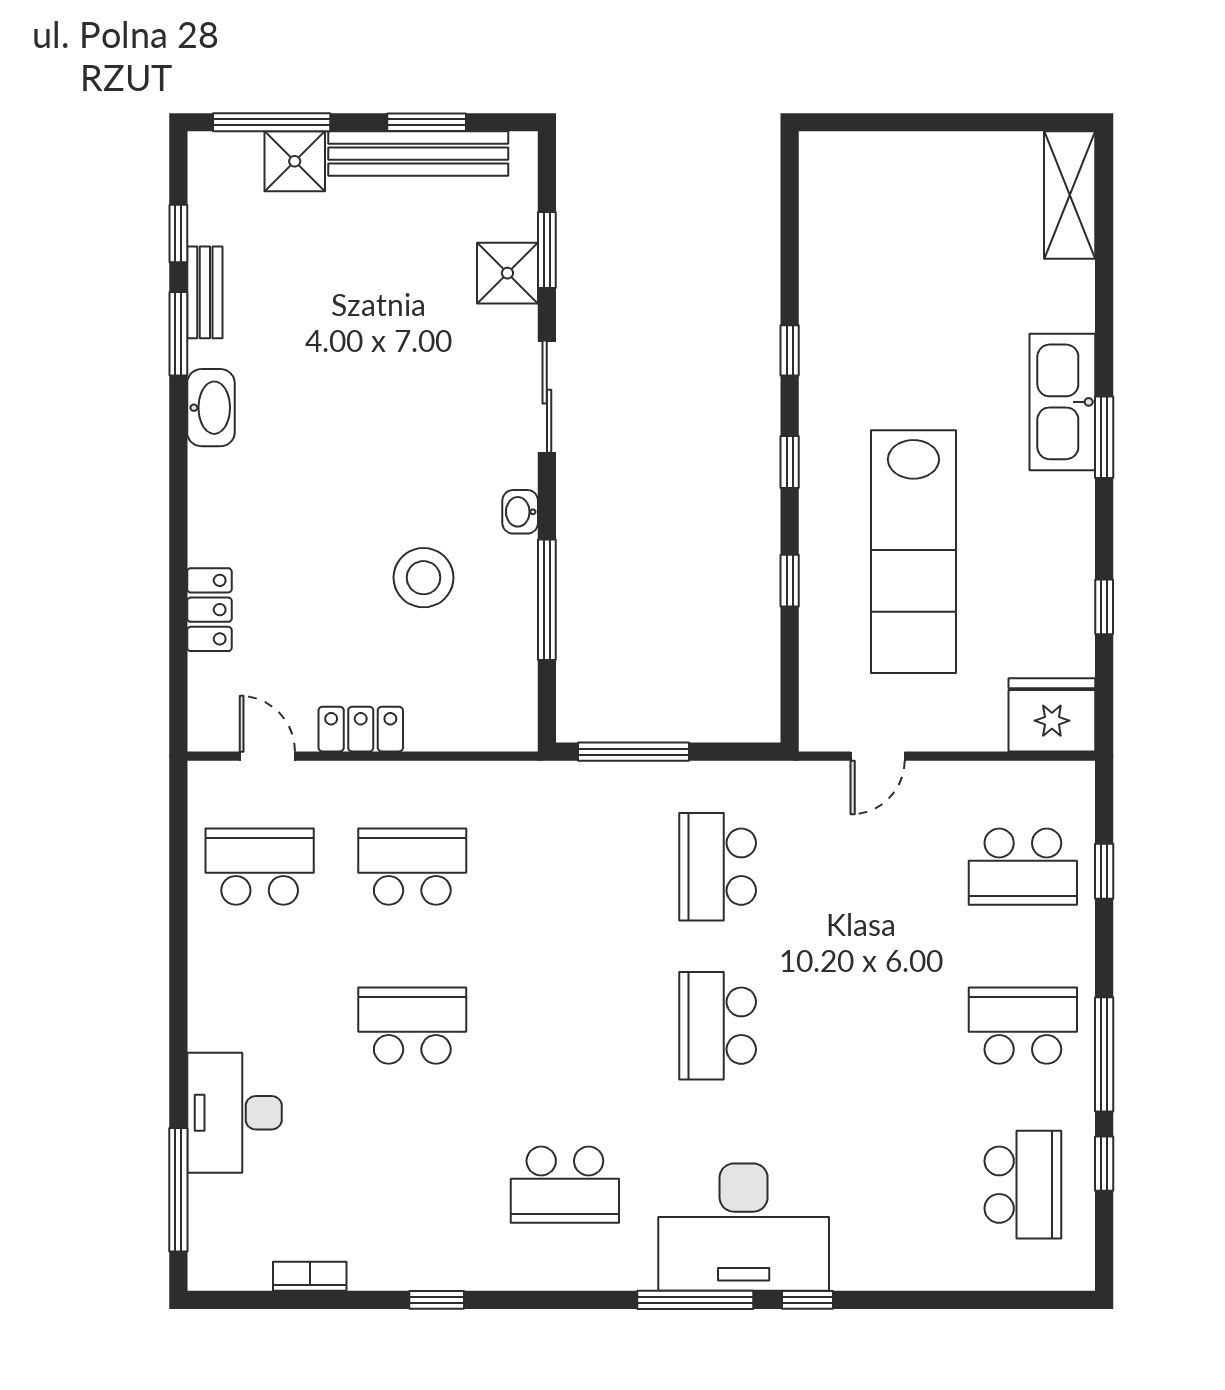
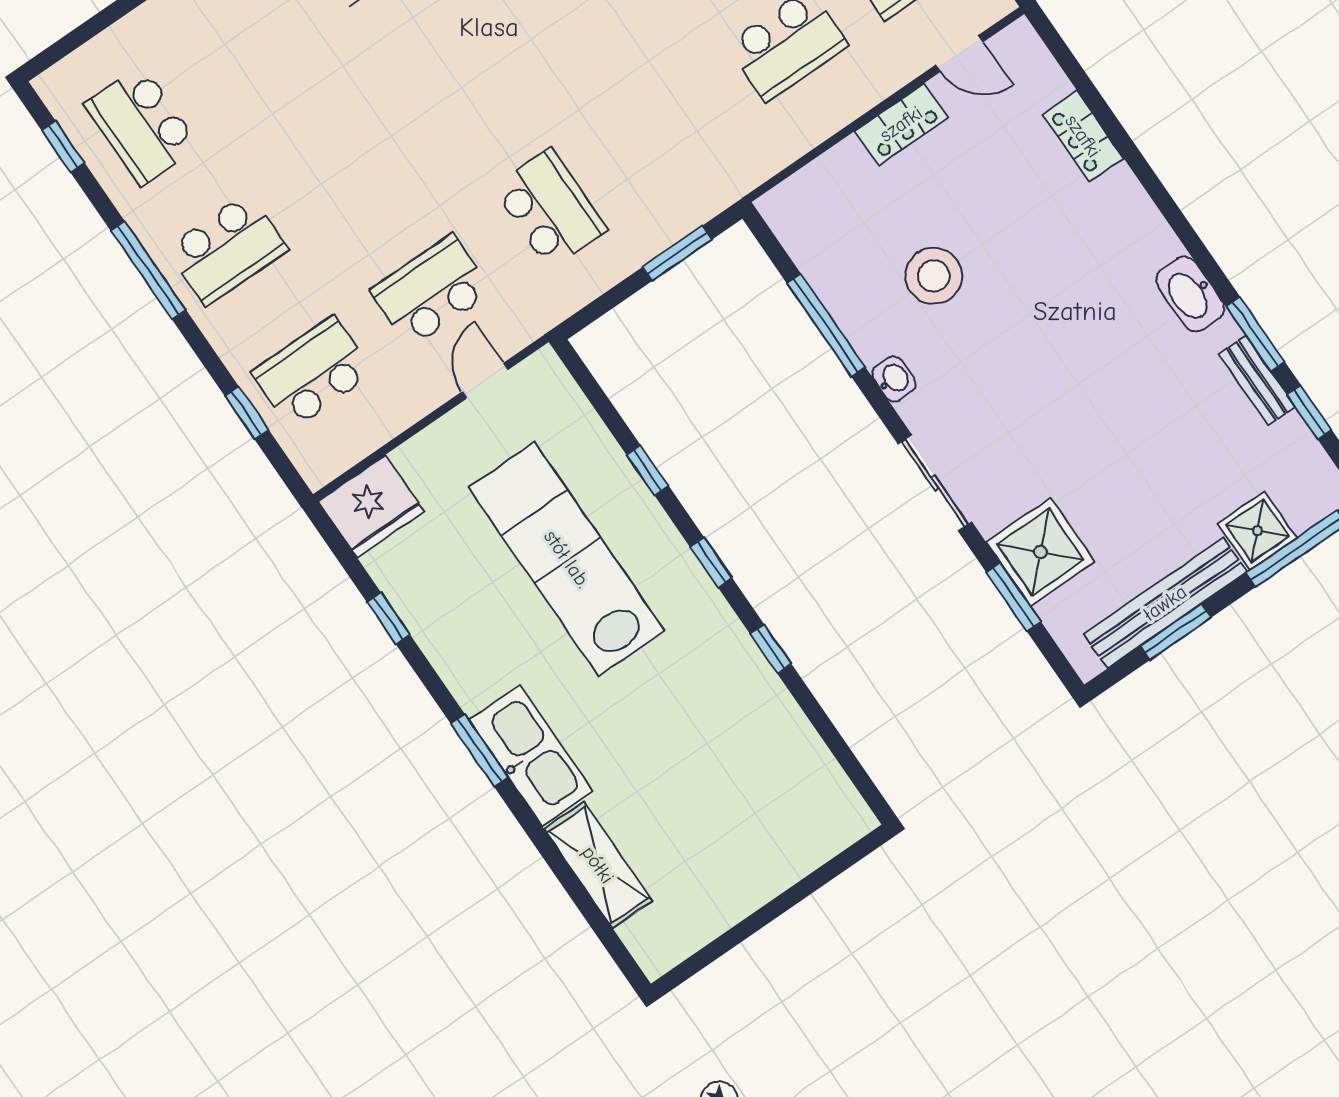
shelving: (1070, 195) -> (598, 865), moved
shower: (507, 273) -> (1040, 552), width x1.36, depth x1.36
window: (633, 752) -> (677, 253), width x0.69
school desk: (718, 1026) -> (431, 291), moved, turned -90
window: (1104, 1164) -> (63, 147), moved

